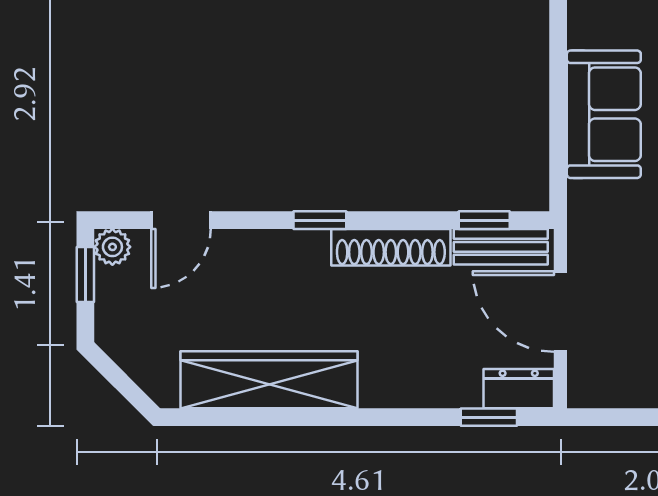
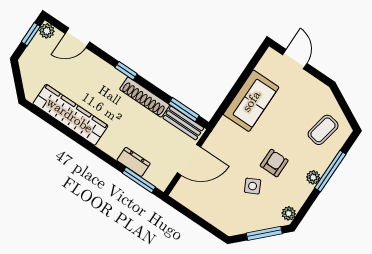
window: (484, 220) -> (184, 110), width x1.50
door: (560, 312) -> (189, 160), swing flipped
dresser: (519, 389) -> (134, 162), moved
window: (489, 417) -> (139, 180), width x1.50

